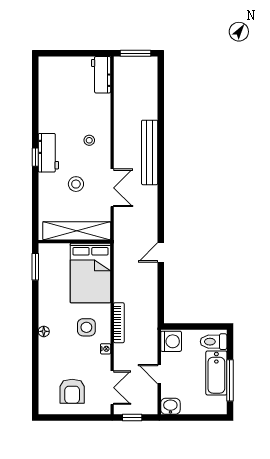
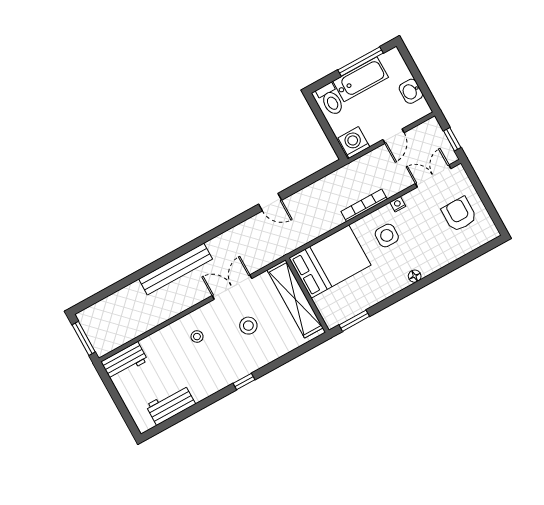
workbench: (48, 153) -> (171, 405), moved
armchair: (72, 391) -> (459, 214), turned -90
washbasin: (170, 406) -> (411, 91), moved

